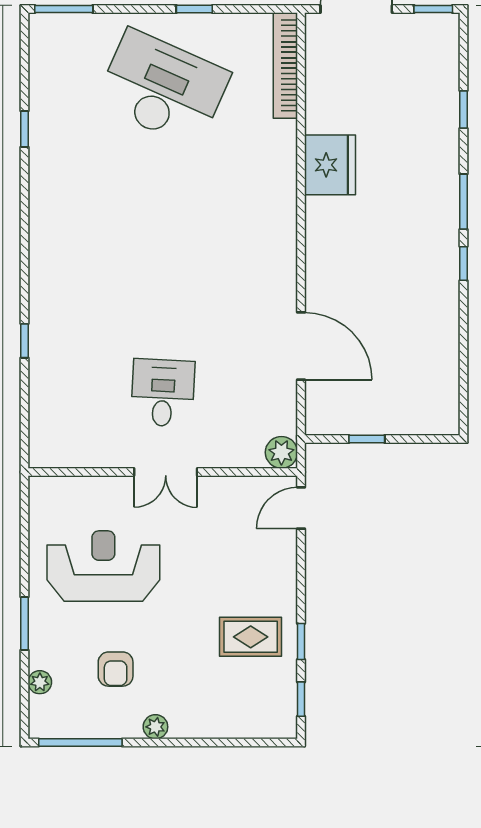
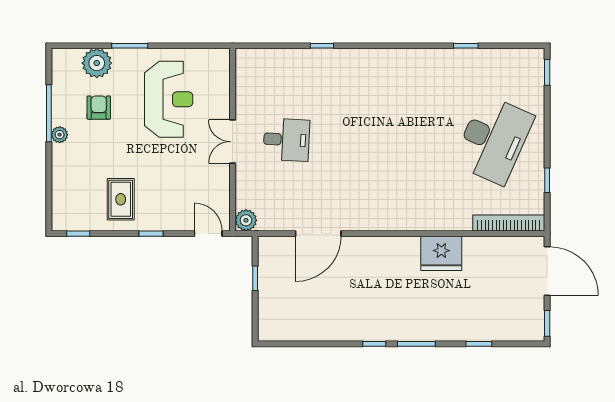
window: (64, 9) -> (547, 72), width x0.67
window: (194, 9) -> (547, 180), moved
window: (301, 641) -> (151, 234), moved
armchair: (116, 669) -> (99, 108), turned 90
plant: (40, 682) -> (97, 63), width x1.88, depth x1.88
window: (80, 743) -> (49, 113), moved

